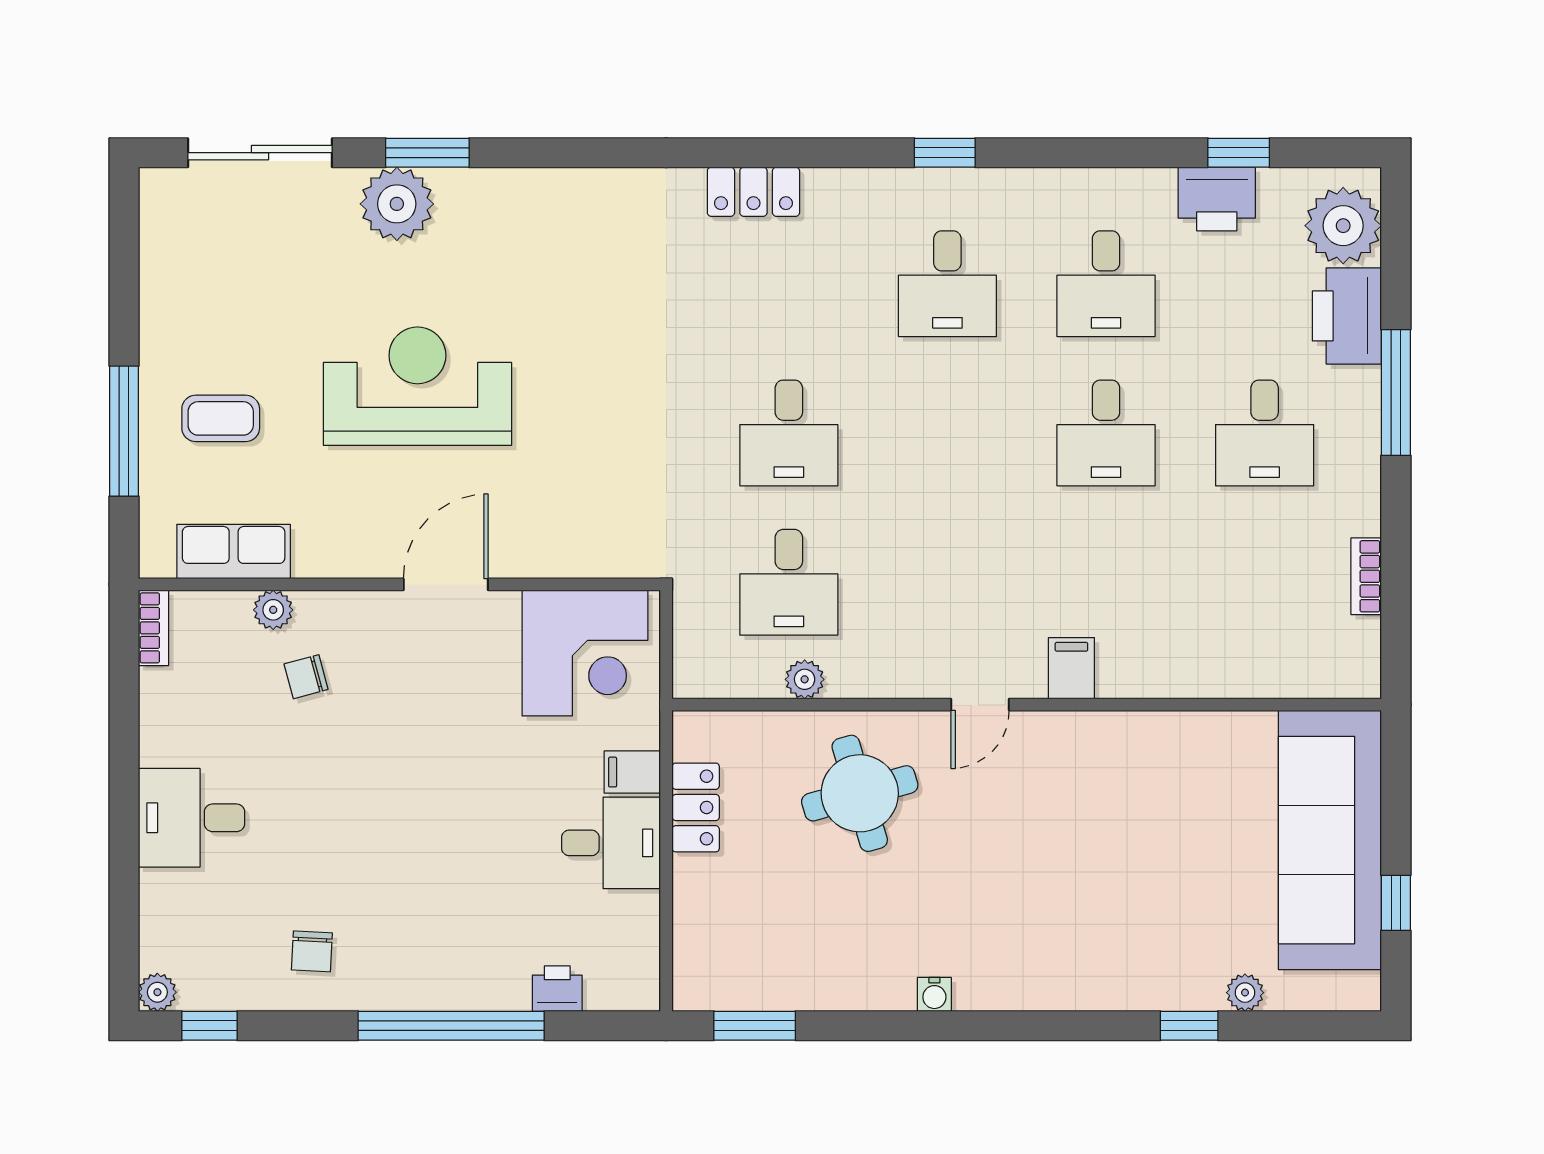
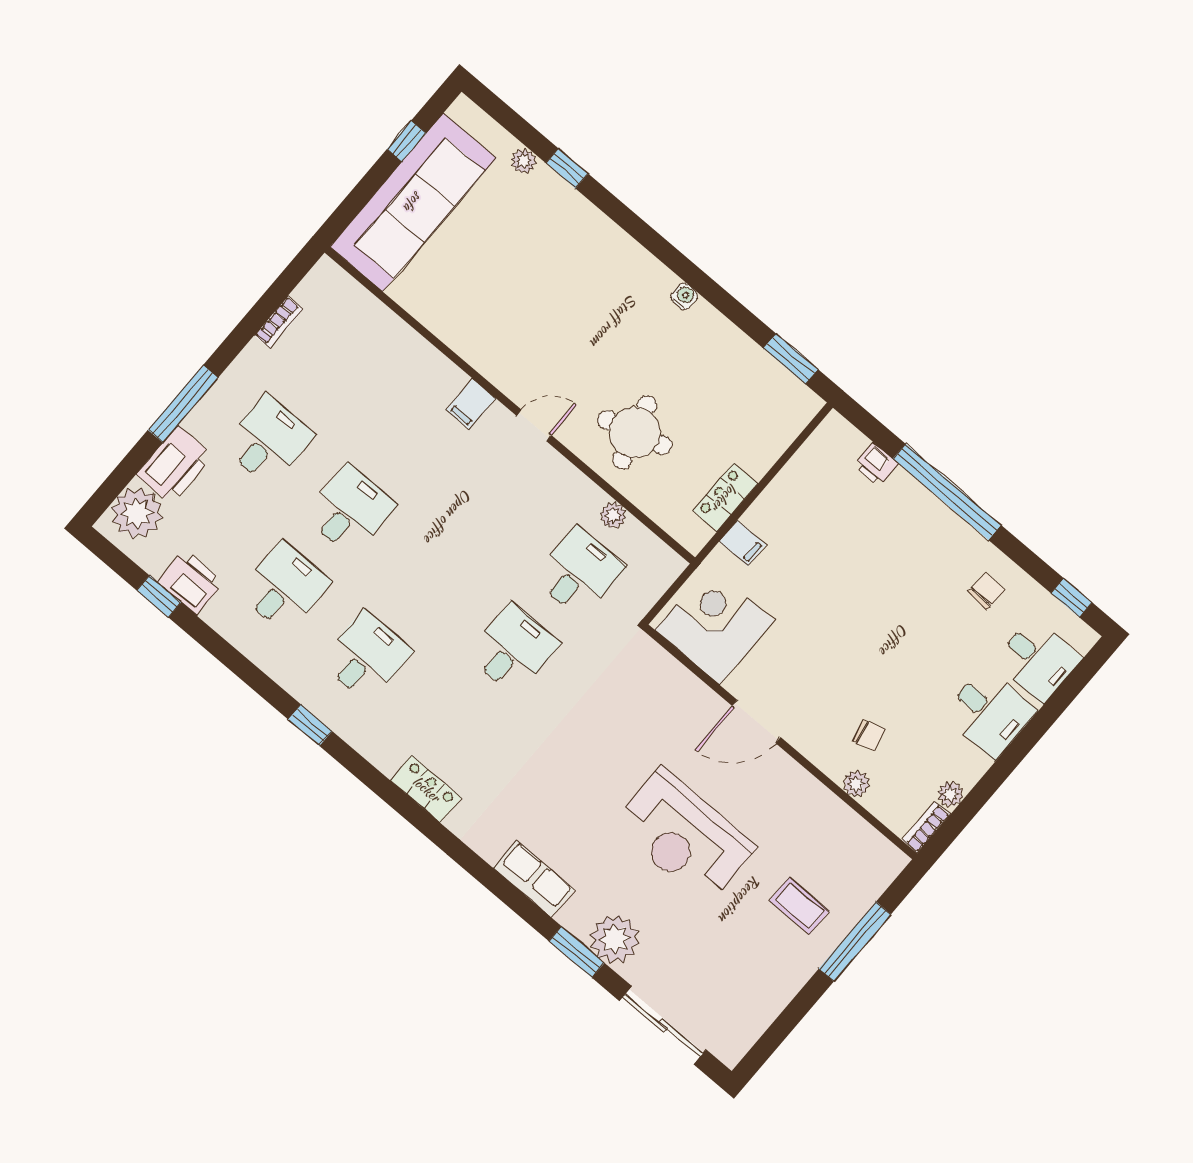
row of seats: (234, 551) -> (534, 879), moved, turned 180
desk: (611, 843) -> (1038, 660), moved, turned 180
plant: (157, 992) -> (950, 794), moved

